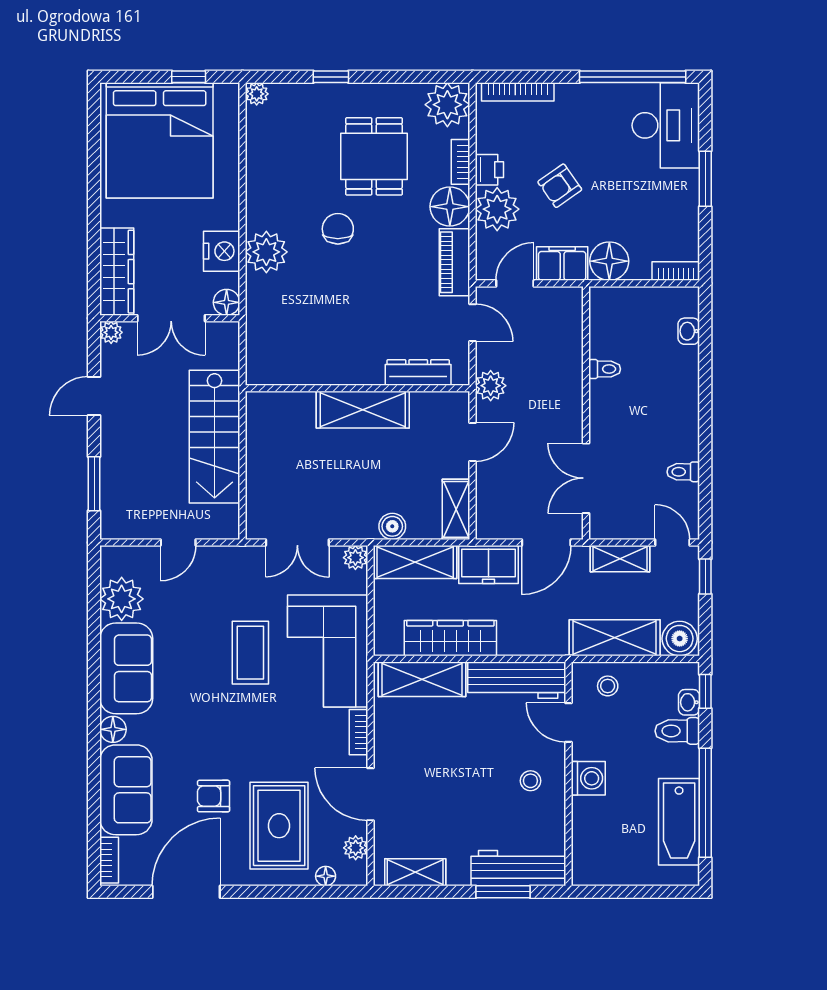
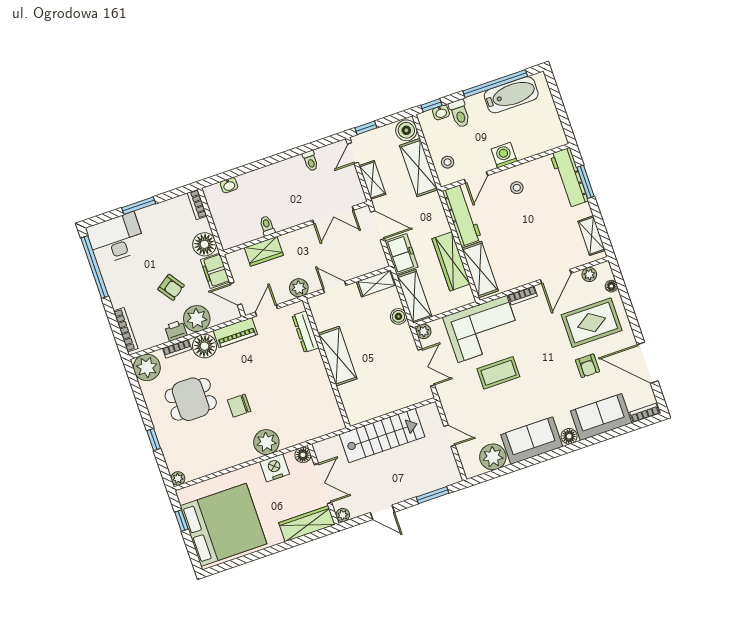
wardrobe: (566, 350) -> (264, 251), added

